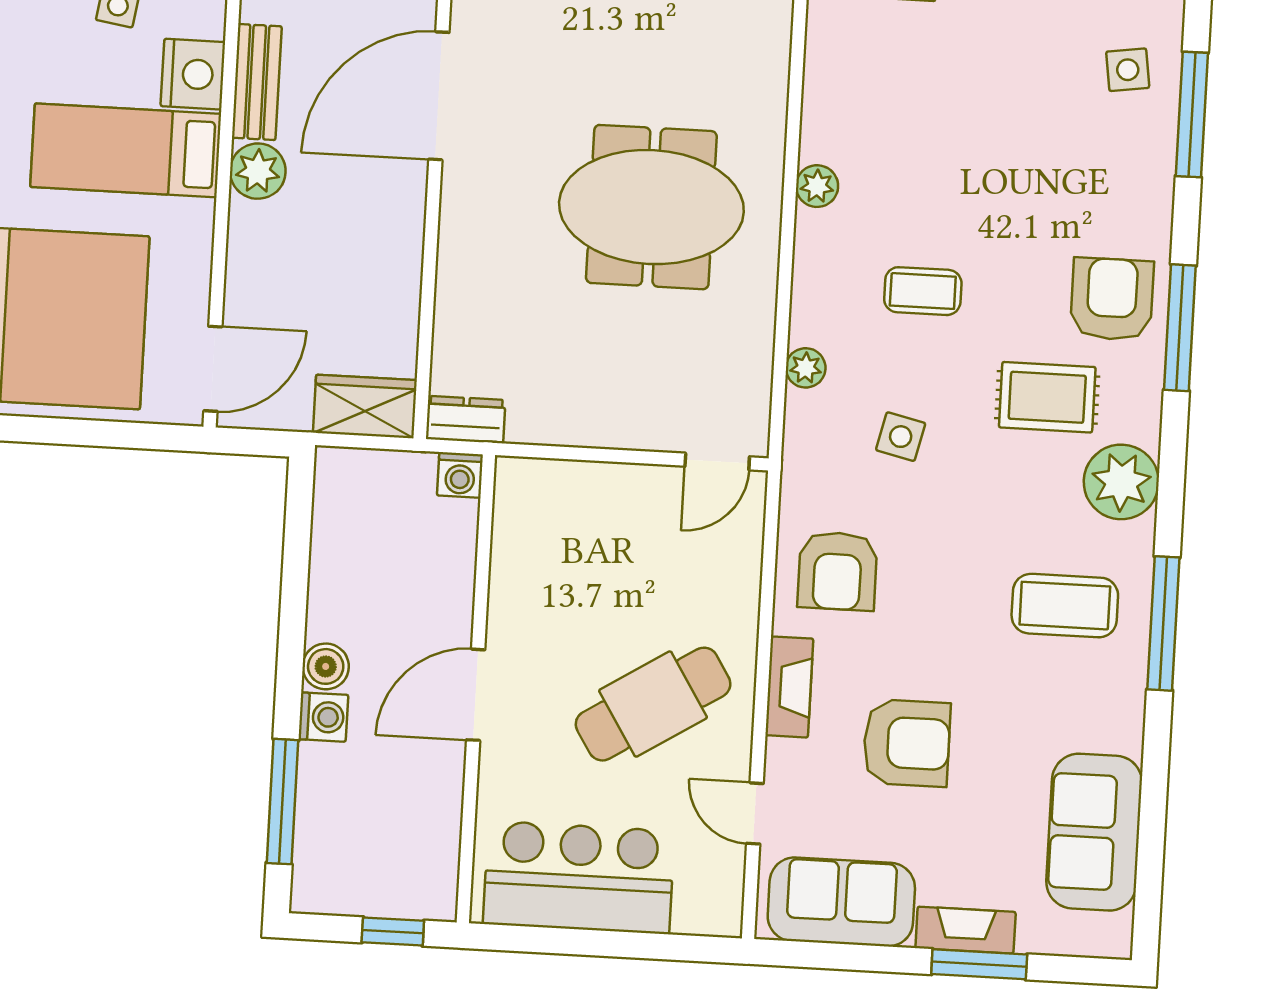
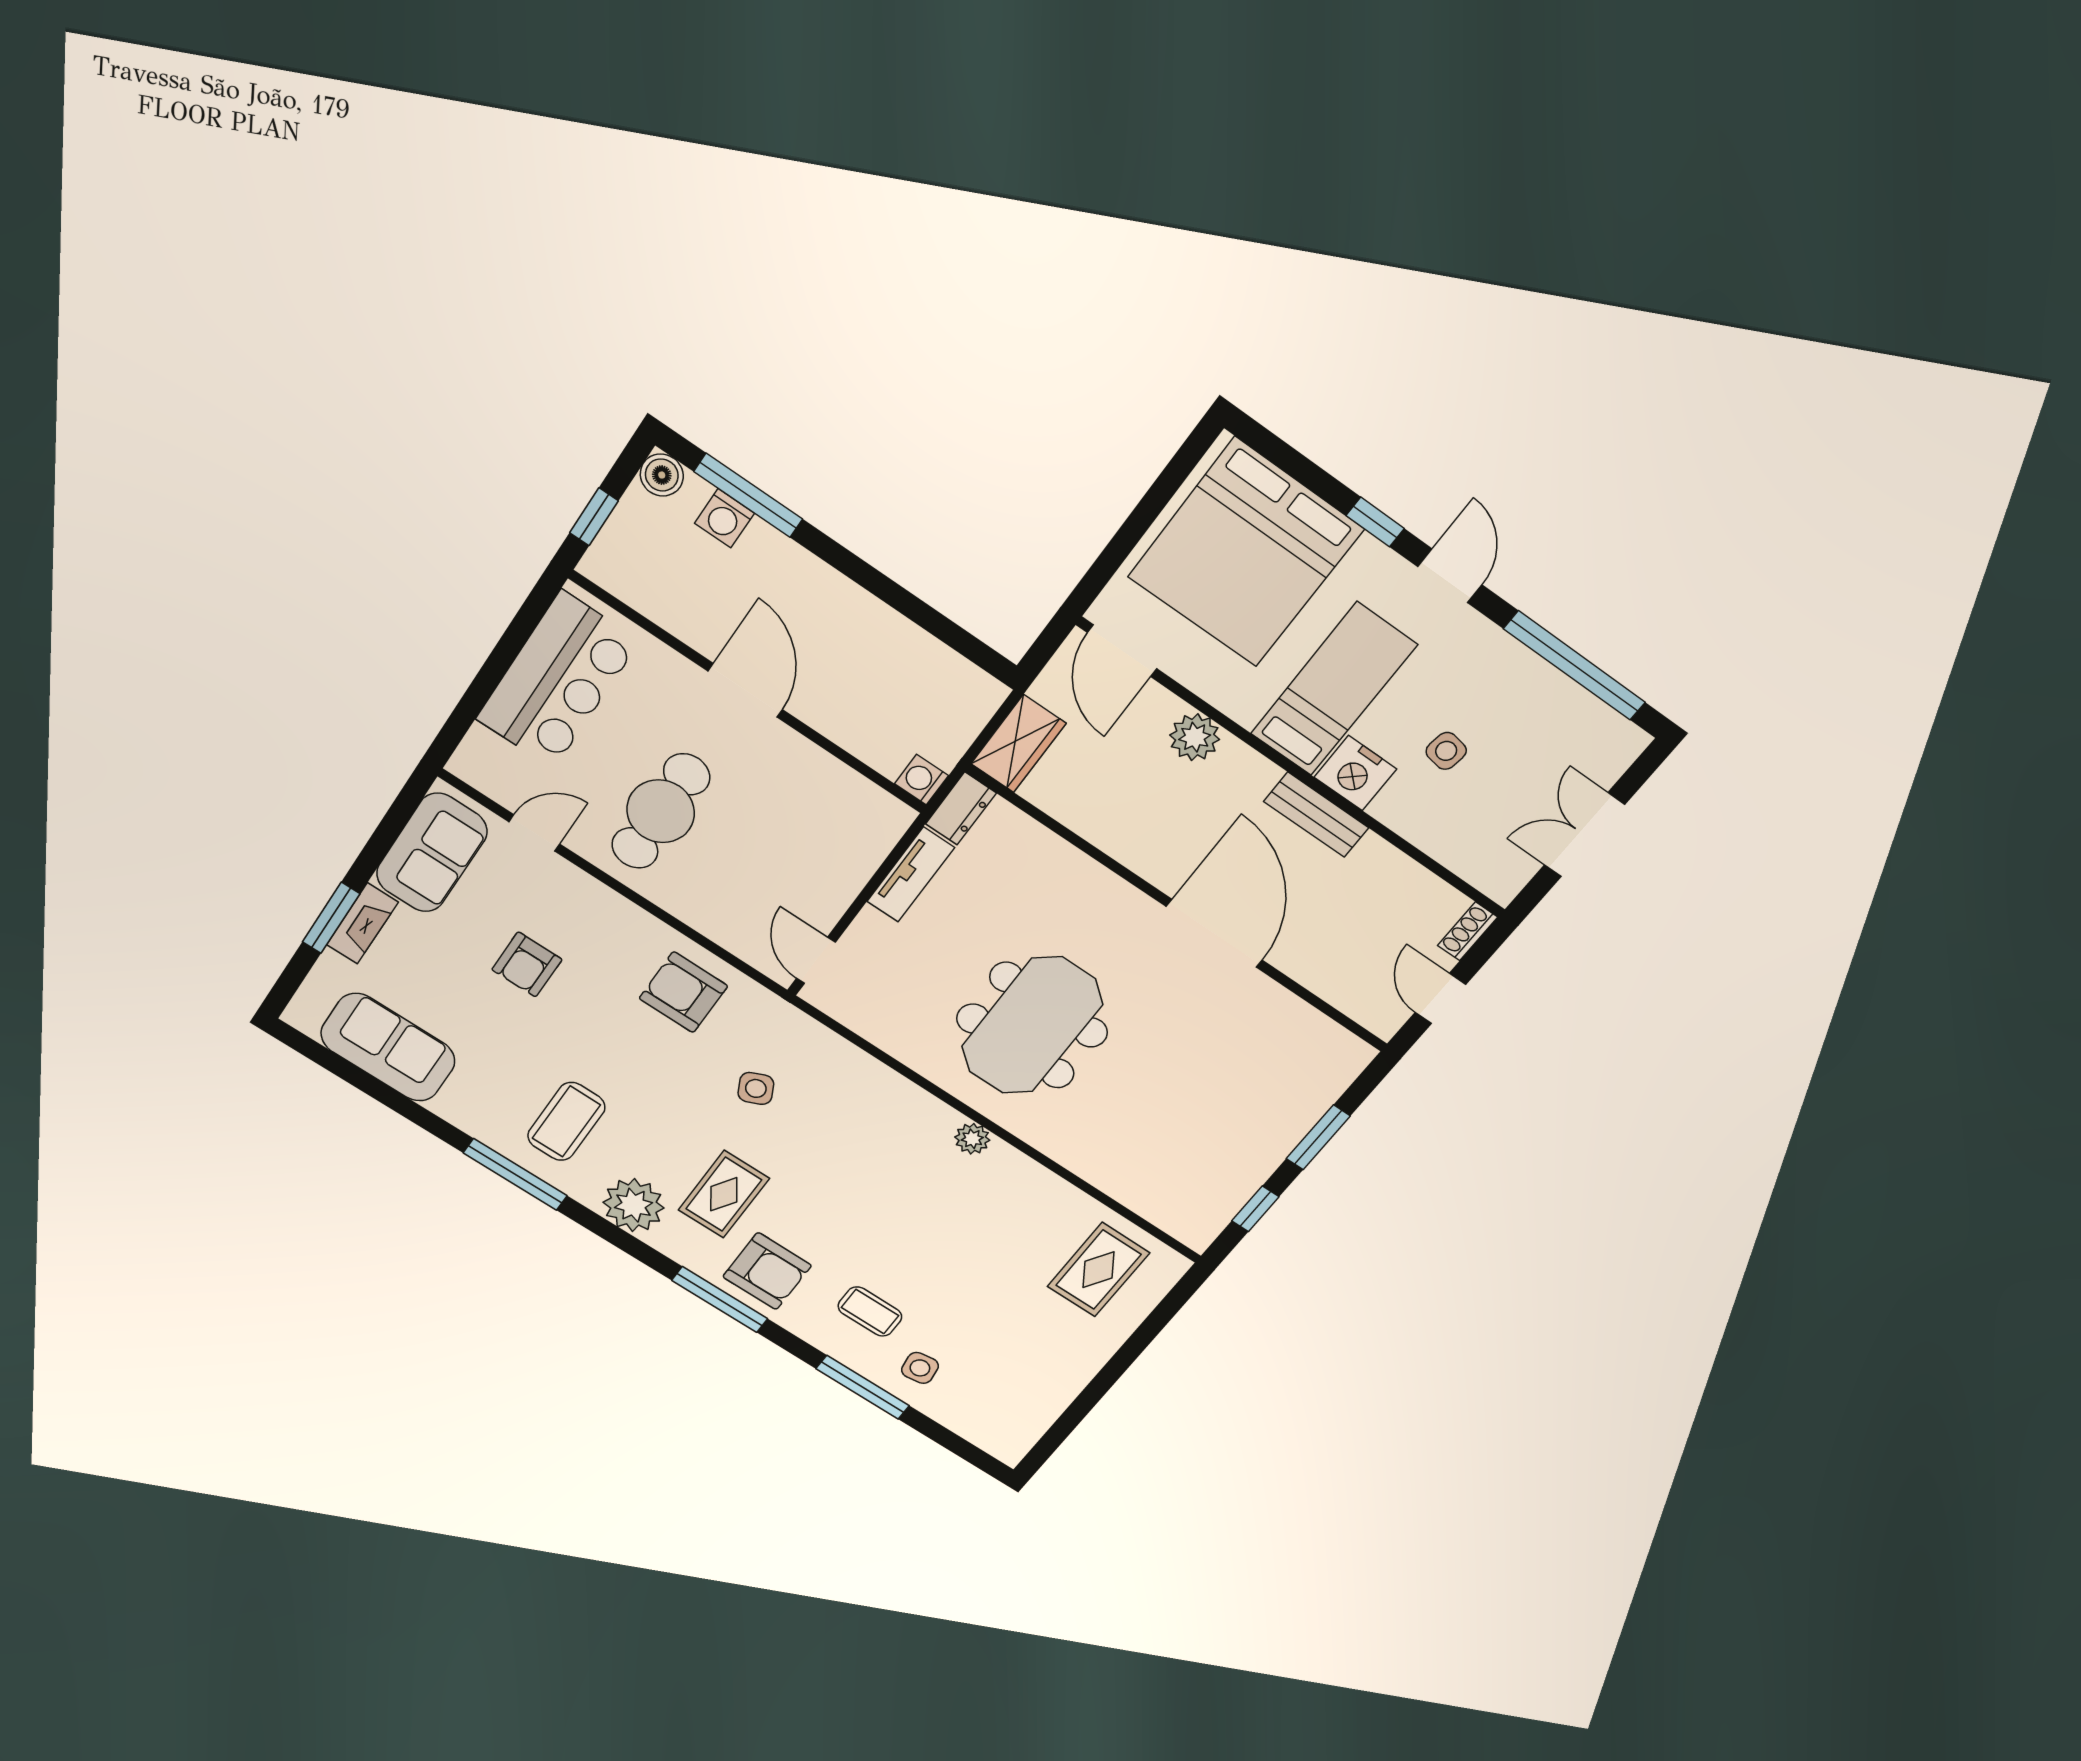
plant: (258, 171) -> (1195, 737), moved
coffee table: (923, 291) -> (870, 1311), moved, turned 90
plant: (806, 368) -> (846, 1057), removed
tv unit: (565, 425) -> (911, 875), added
side table: (901, 437) -> (756, 1088), turned -38
boiler: (326, 666) -> (662, 475), moved
fireplace: (789, 687) -> (617, 911), removed
cafe table: (653, 704) -> (661, 811), turned 32
washing machine: (323, 717) -> (725, 518), moved
armchair: (907, 743) -> (527, 964), width x0.72, depth x0.72

